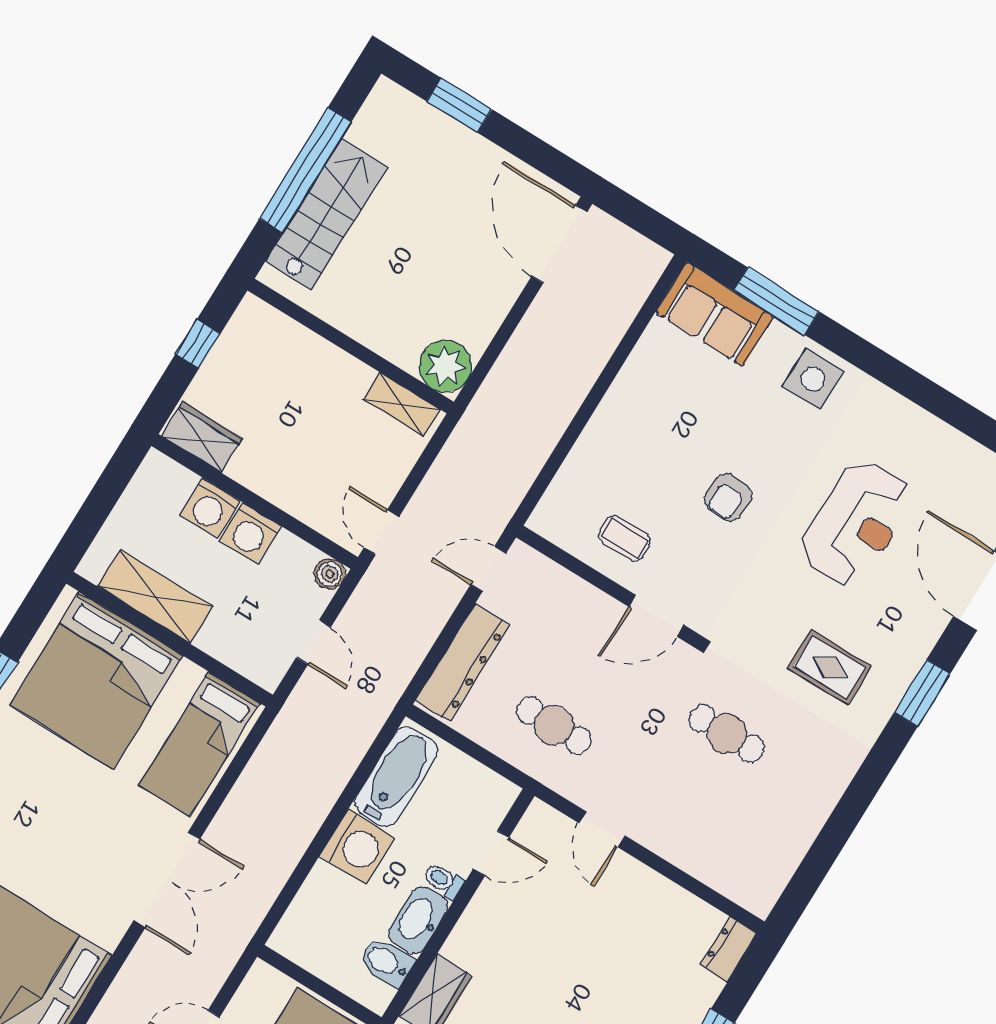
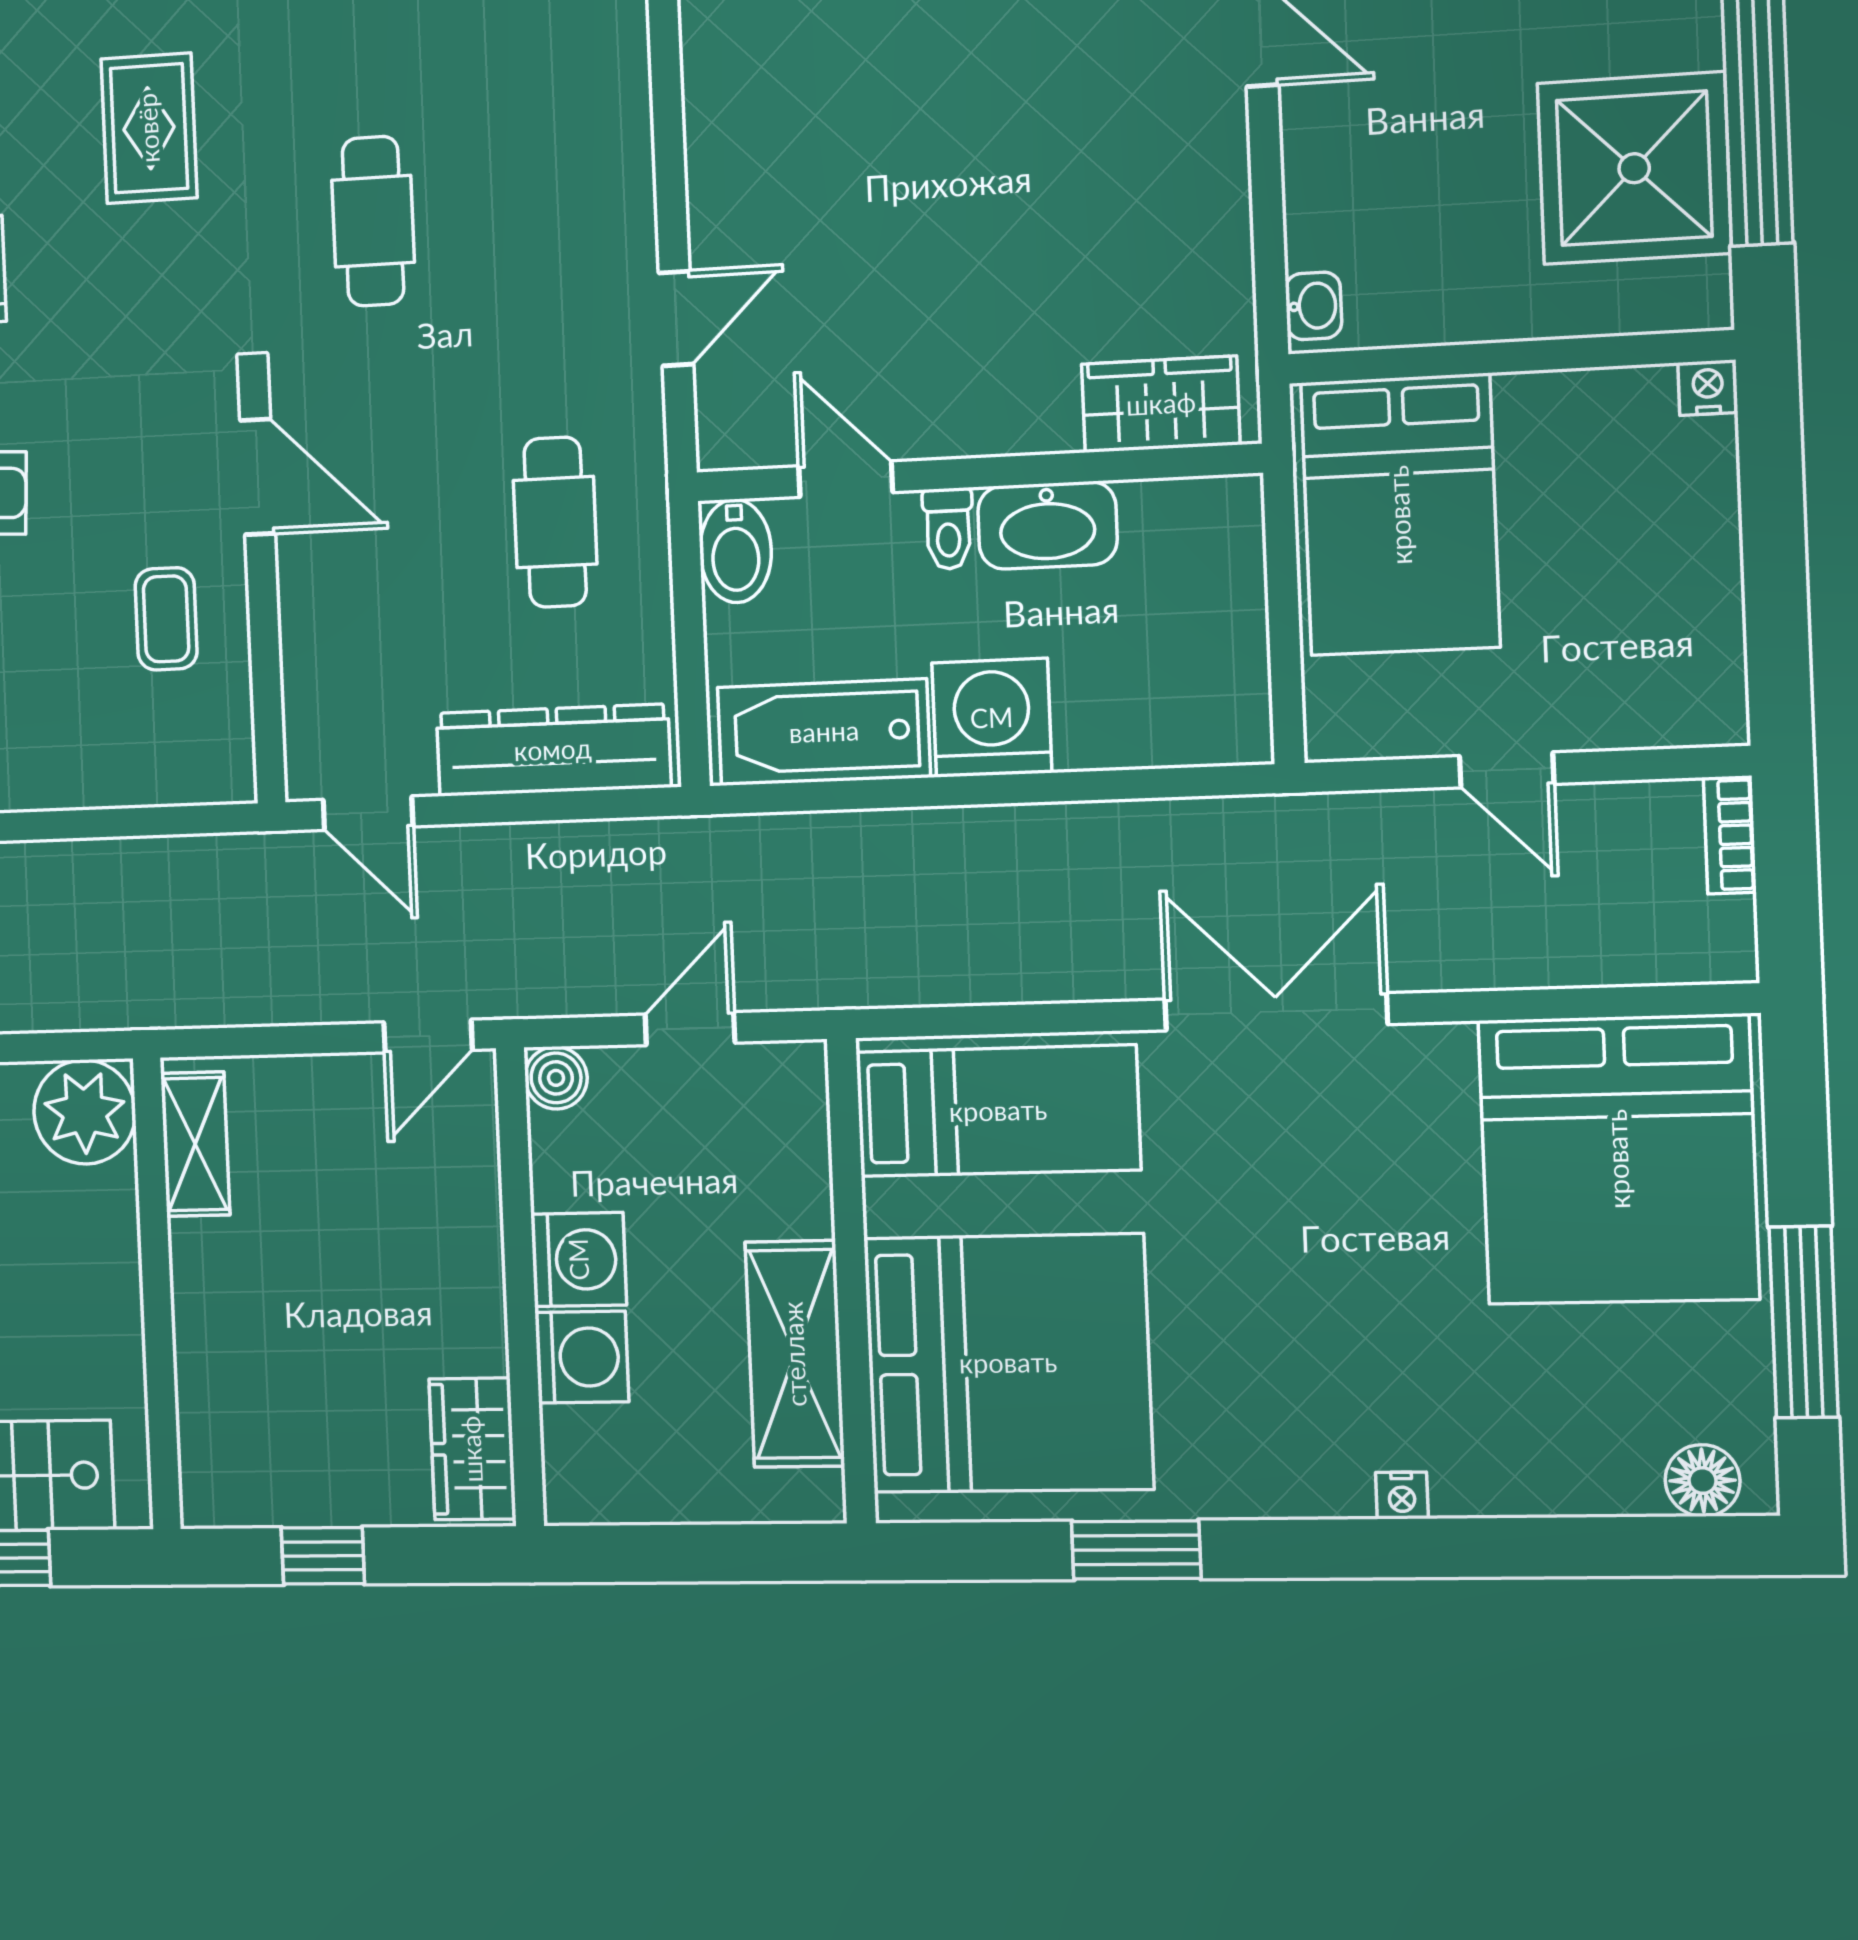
bidet: (386, 962) -> (736, 551), moved

